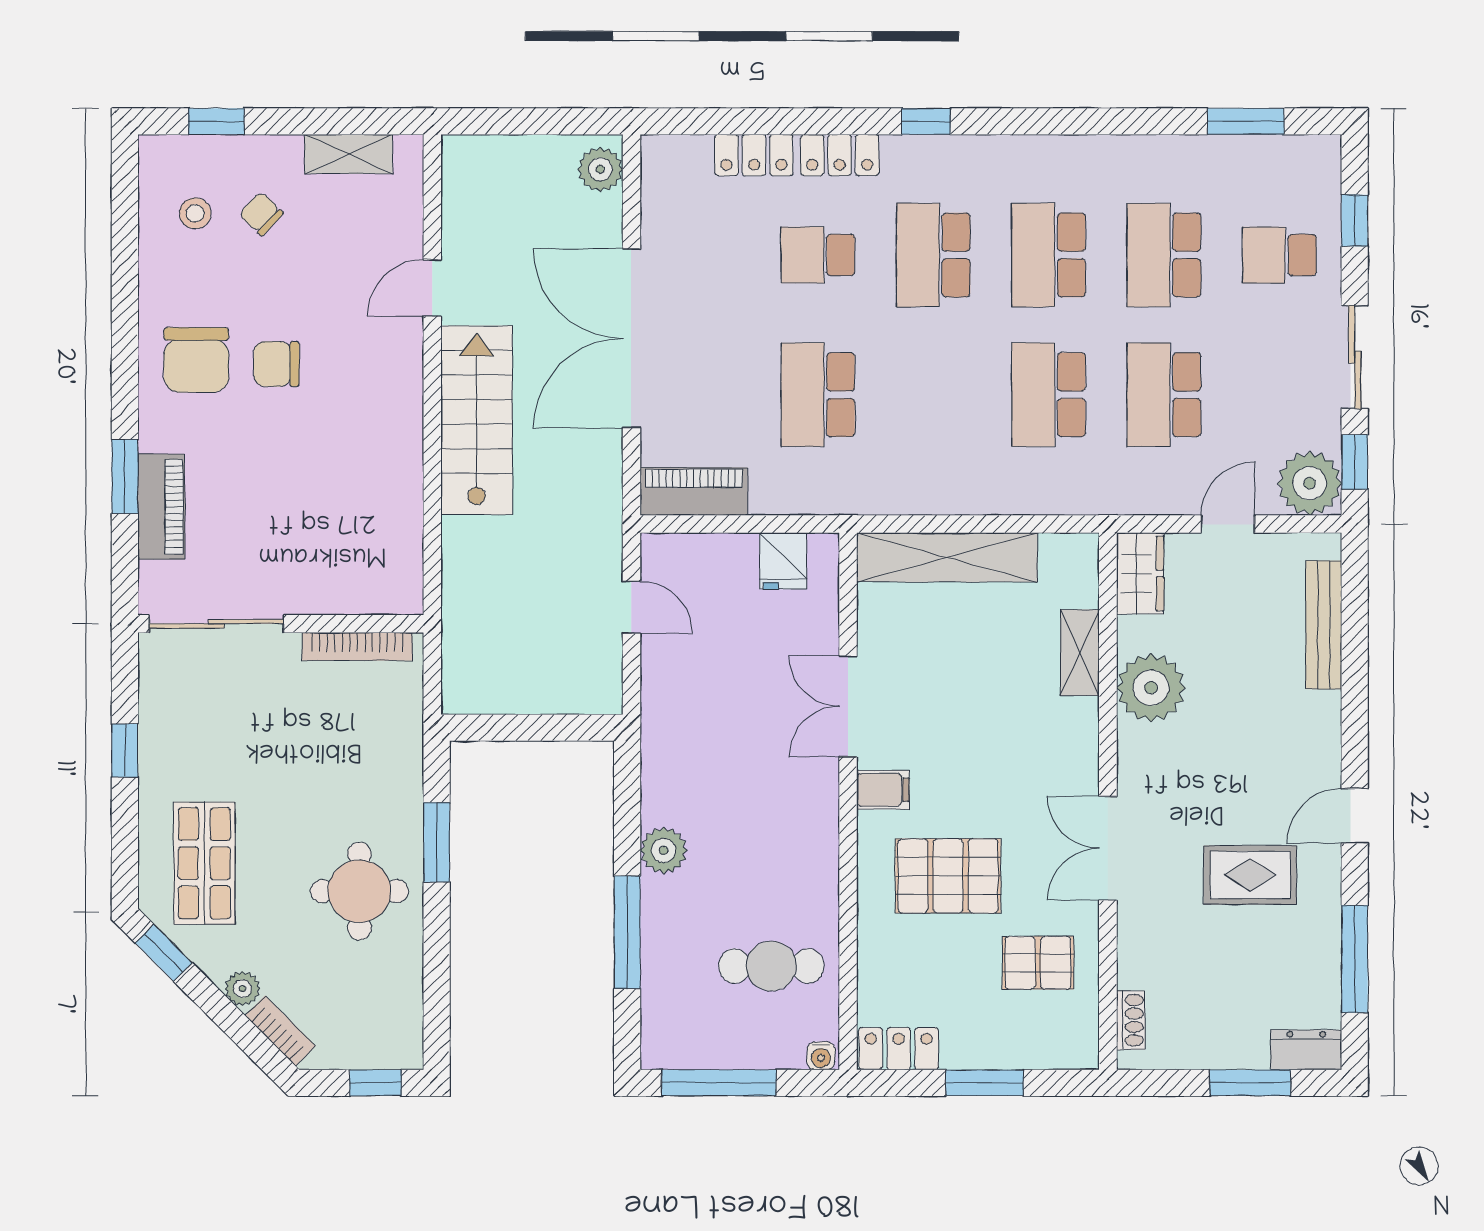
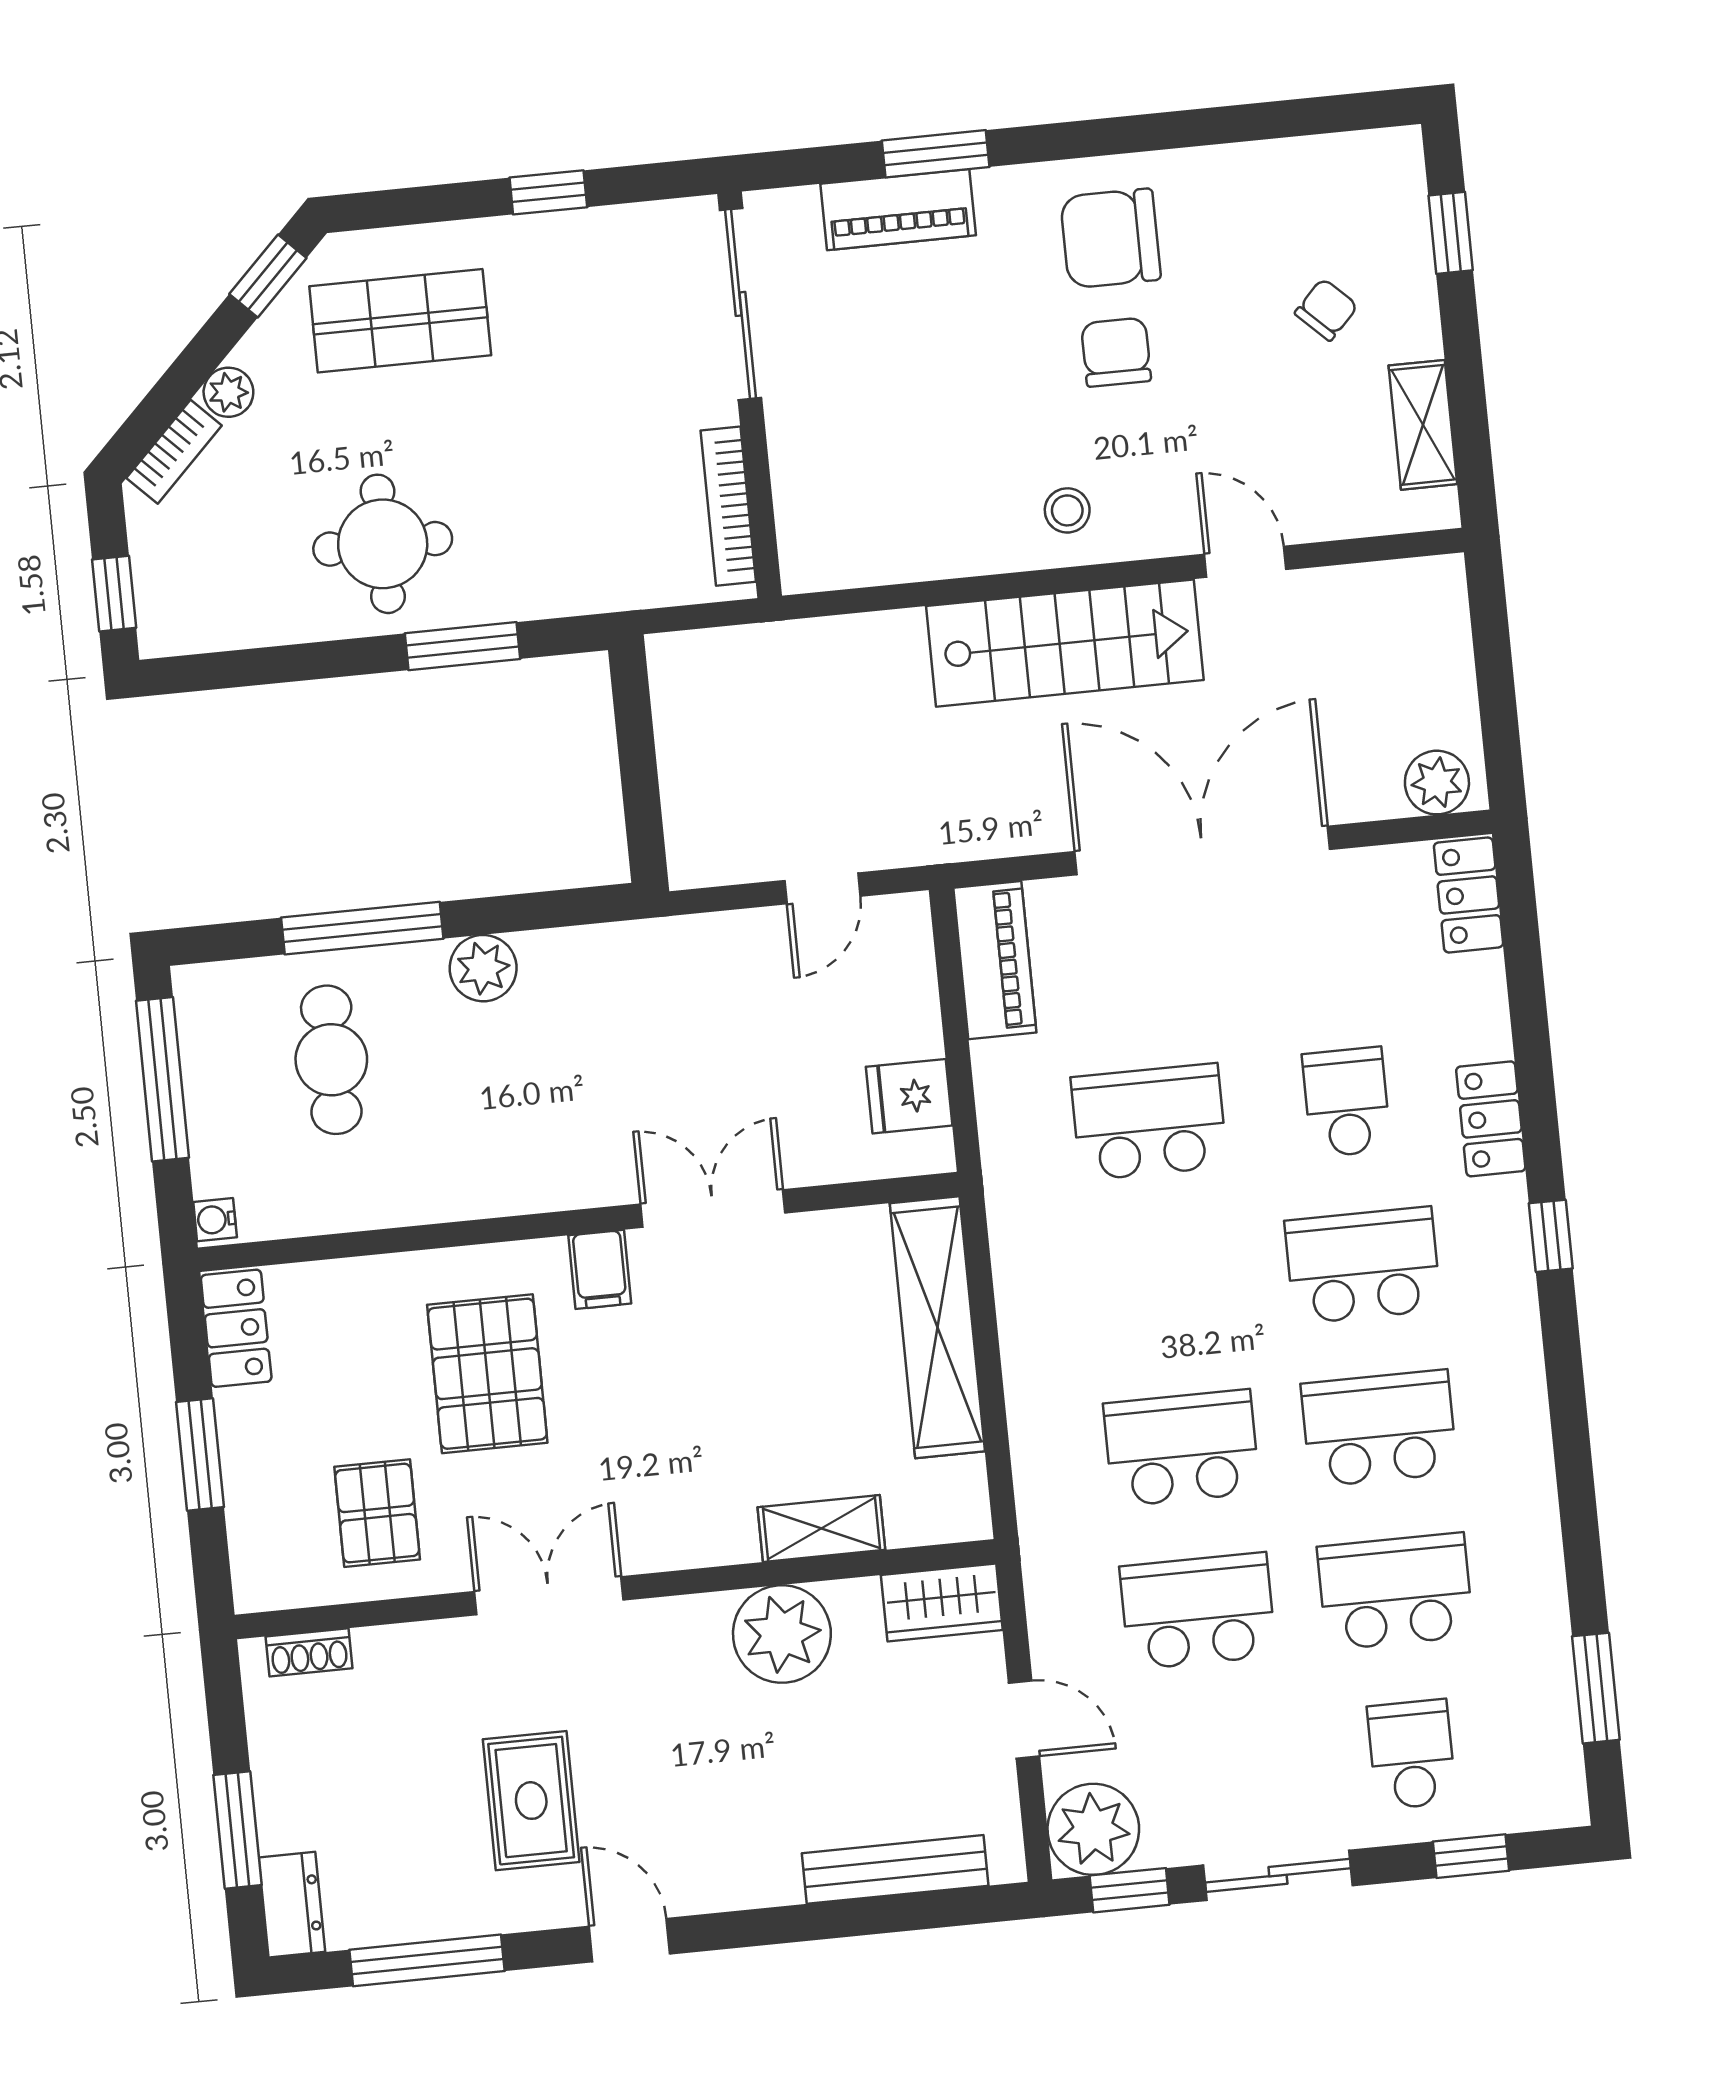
locker: (754, 155) -> (1468, 895), moved
stool: (195, 213) -> (1067, 510), moved
cafe table: (771, 966) -> (331, 1060), moved

